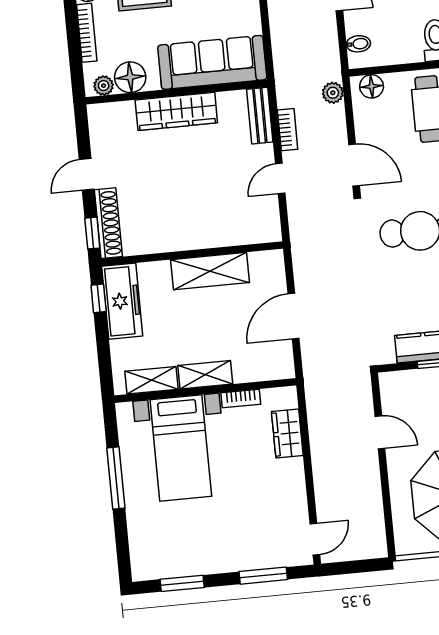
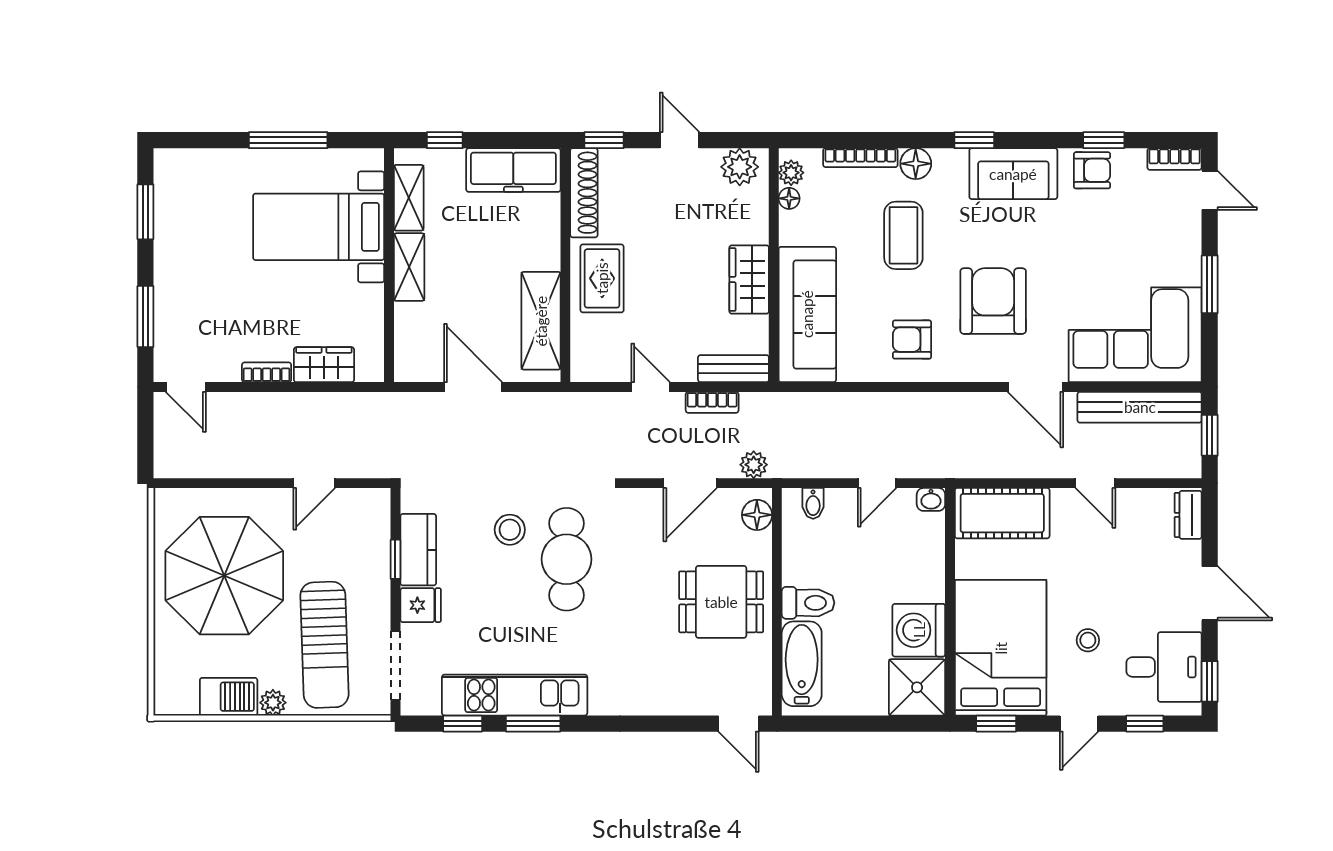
floor lamp: (130, 77) -> (789, 198), width x0.53, depth x0.53
wardrobe: (176, 111) -> (749, 279), width x0.67
plant: (103, 126) -> (740, 167), added
door: (354, 165) -> (690, 483), moved
shoe rack: (108, 223) -> (584, 193), moved, turned -90
rug: (200, 224) -> (602, 278), added
shelving: (210, 271) -> (541, 321), moved
stool: (401, 277) -> (510, 530), added
window: (99, 298) -> (445, 140), moved
bookcase: (241, 398) -> (267, 372), moved, turned 90

